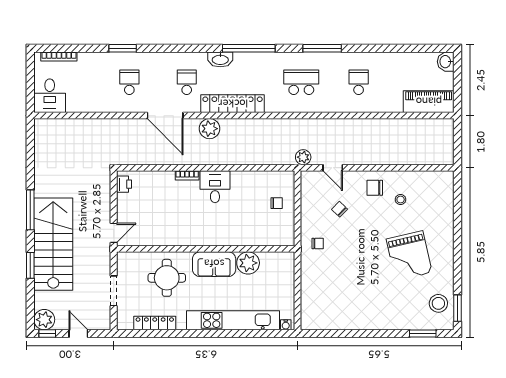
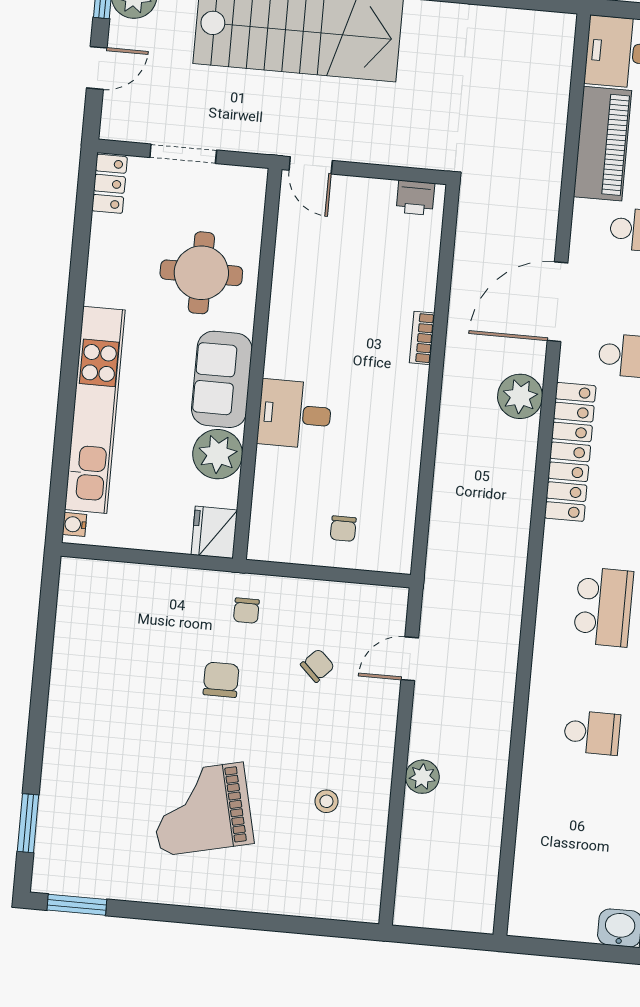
piano: (429, 102) -> (603, 144), moved
plant: (303, 157) -> (422, 777), moved
desk: (215, 187) -> (295, 414), moved, turned 180
chair: (375, 188) -> (221, 680), moved
fridge: (284, 261) -> (214, 532), added
stool: (438, 303) -> (91, 864), removed
locker: (155, 323) -> (110, 184), moved, width x0.66

